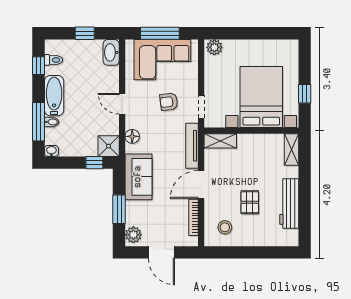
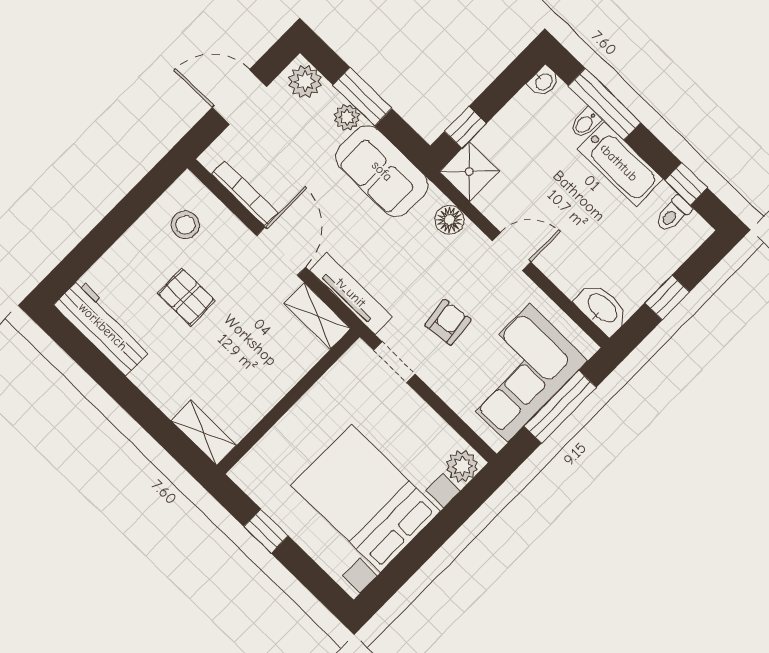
bed with nightstands: (261, 97) -> (366, 498), moved, turned 180
shelving: (220, 141) -> (317, 316), moved, turned 90
workbench: (289, 203) -> (103, 327), moved
plant: (132, 208) -> (347, 117), added

